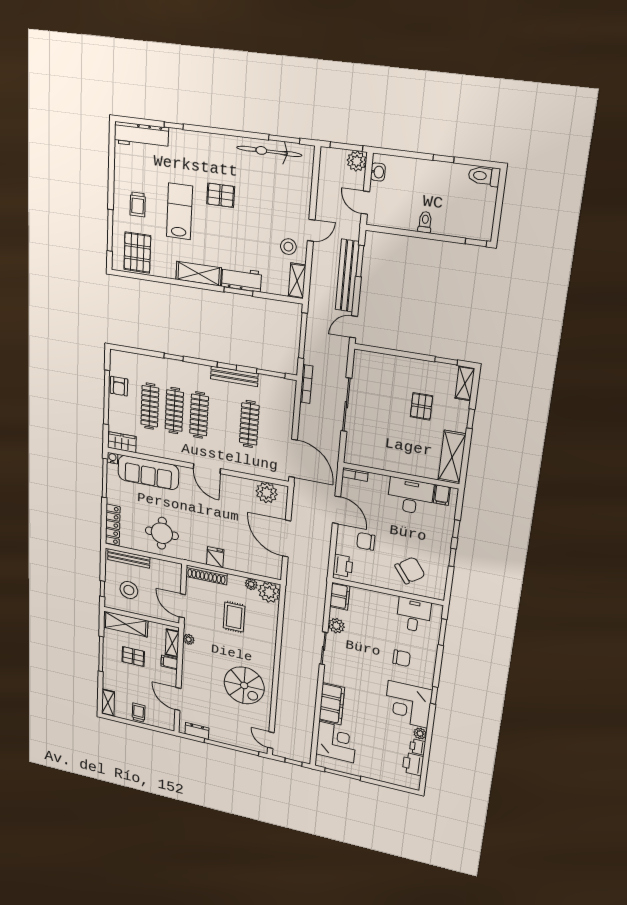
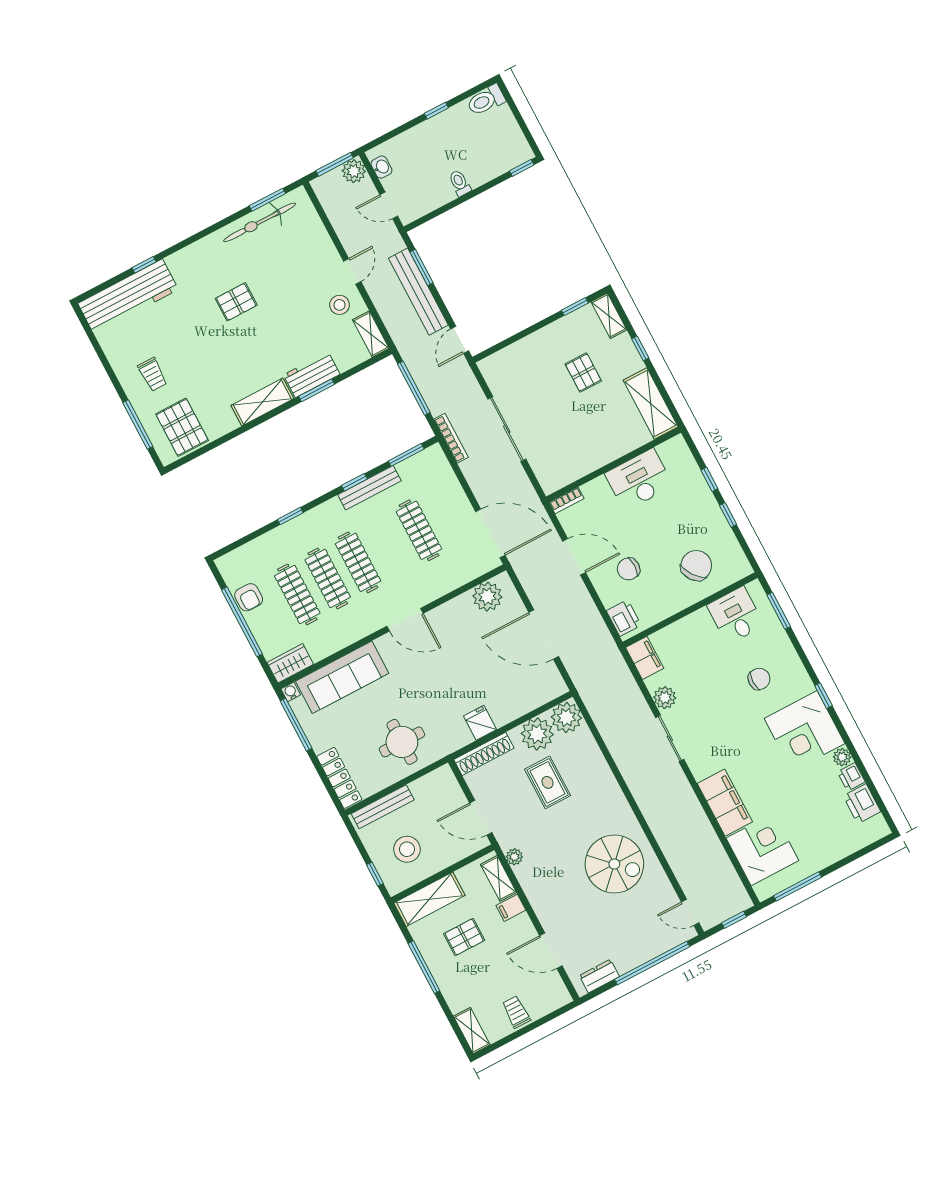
workbench: (141, 135) -> (128, 296), width x1.36, depth x1.32
lab bench: (179, 211) -> (202, 350), removed
filing cabinet: (442, 495) -> (669, 453), removed
plant: (251, 584) -> (537, 734), width x1.88, depth x1.88

